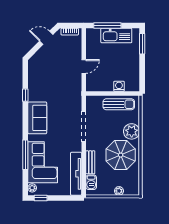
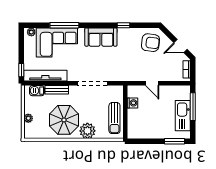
door: (46, 38) -> (181, 46), swing flipped
armchair: (43, 68) -> (150, 43), added
washing machine: (119, 86) -> (132, 103), moved
window: (41, 198) -> (21, 70), moved

